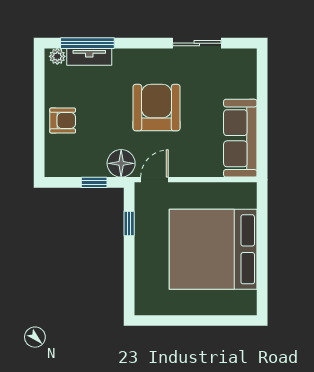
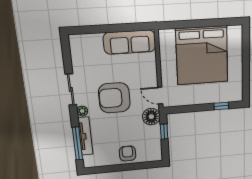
sliding door: (197, 43) -> (71, 90), moved
plant: (57, 56) -> (82, 111), moved
tv unit: (89, 57) -> (85, 136), width x1.41
window: (129, 223) -> (221, 106), moved

